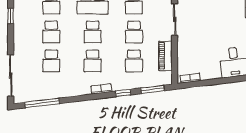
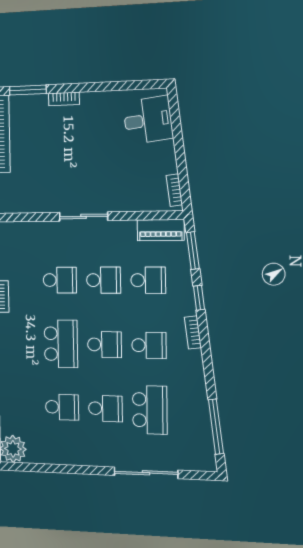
window: (11, 16) -> (82, 470), removed
piano: (165, 56) -> (161, 230), moved
school desk: (51, 61) -> (150, 410), width x1.85
sliding door: (11, 76) -> (146, 473), moved

